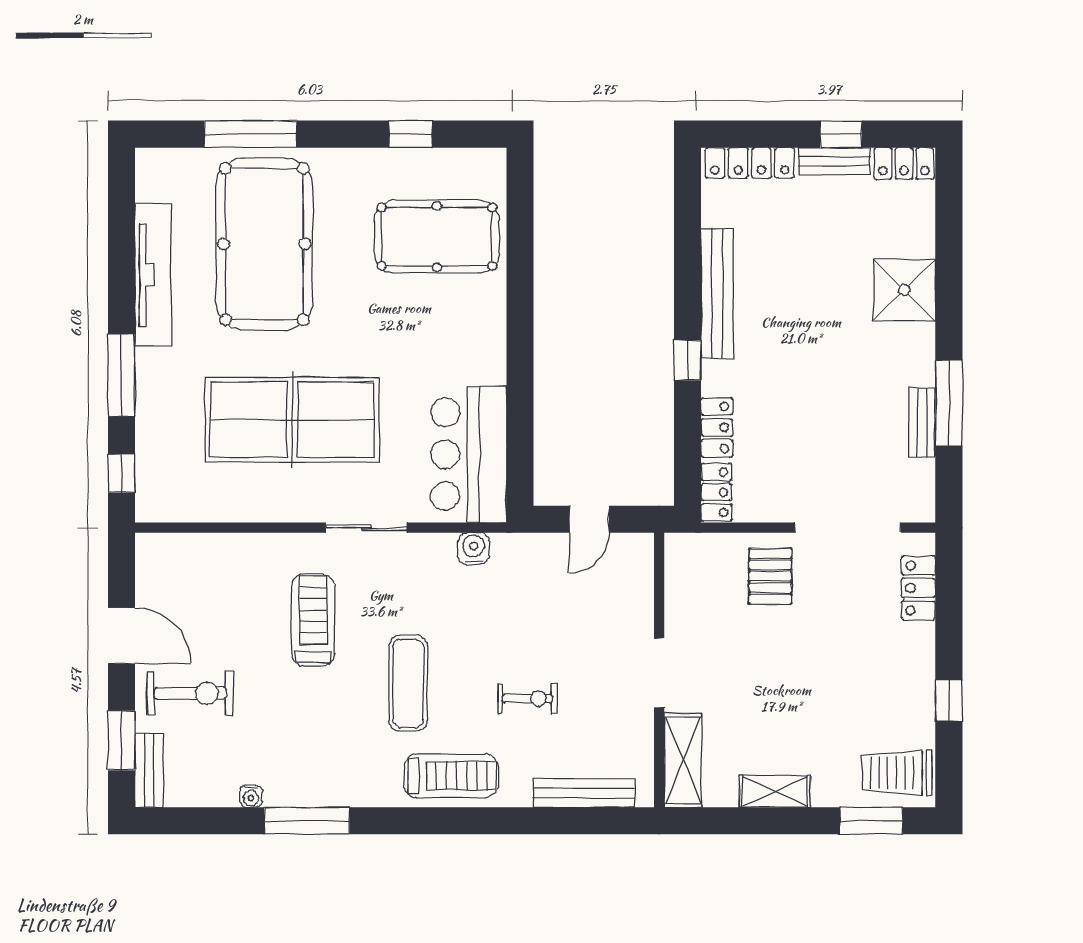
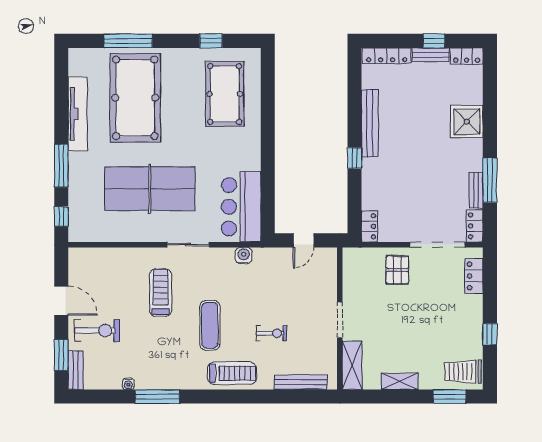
pool table: (437, 237) -> (225, 94), turned 90
locker: (717, 427) -> (475, 226), moved, turned 180

